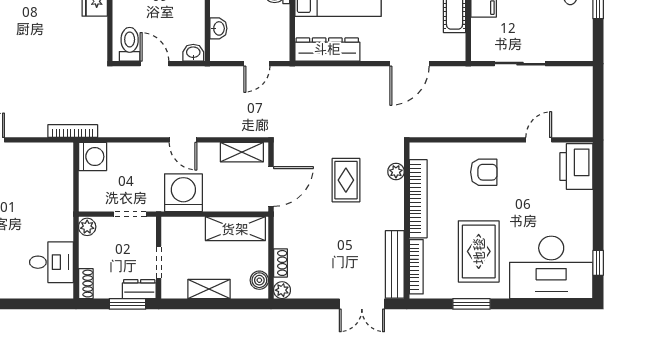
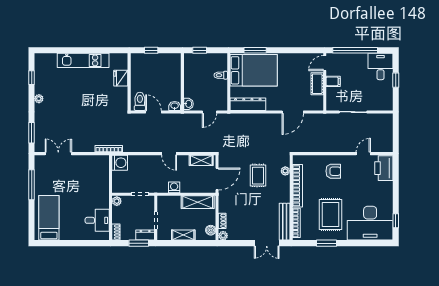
washbasin: (218, 28) -> (188, 104), moved
washing machine: (183, 193) -> (174, 187), width x0.53, depth x0.53

